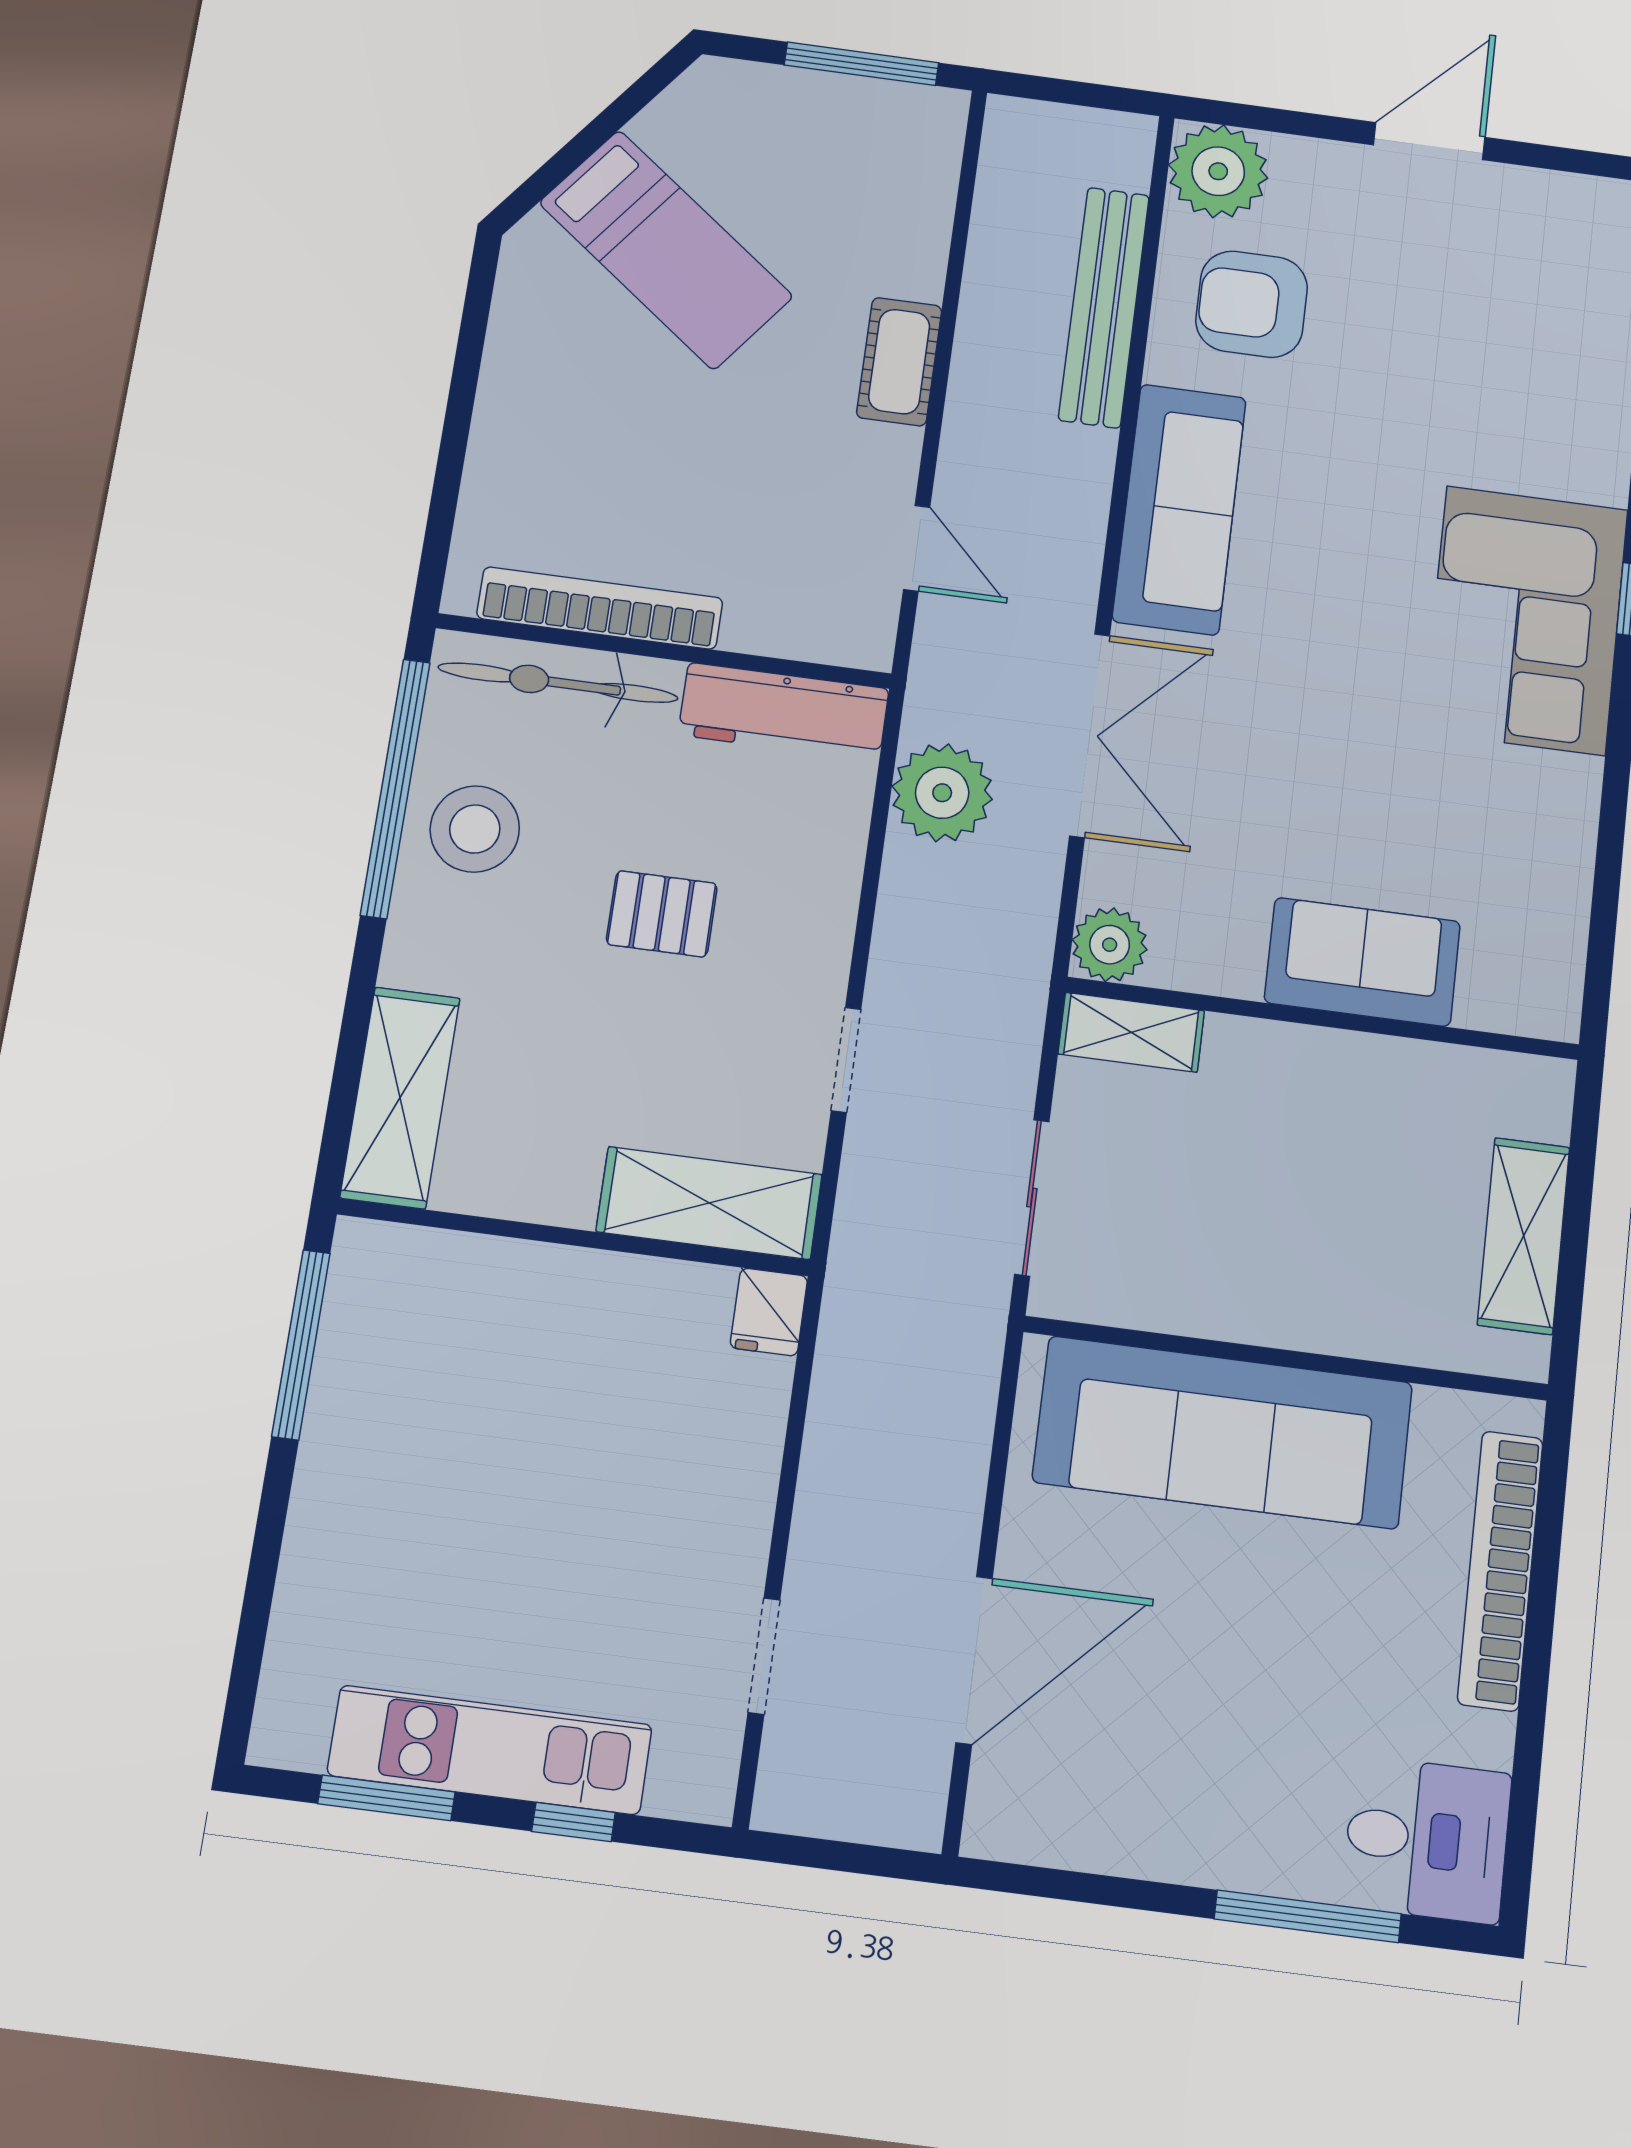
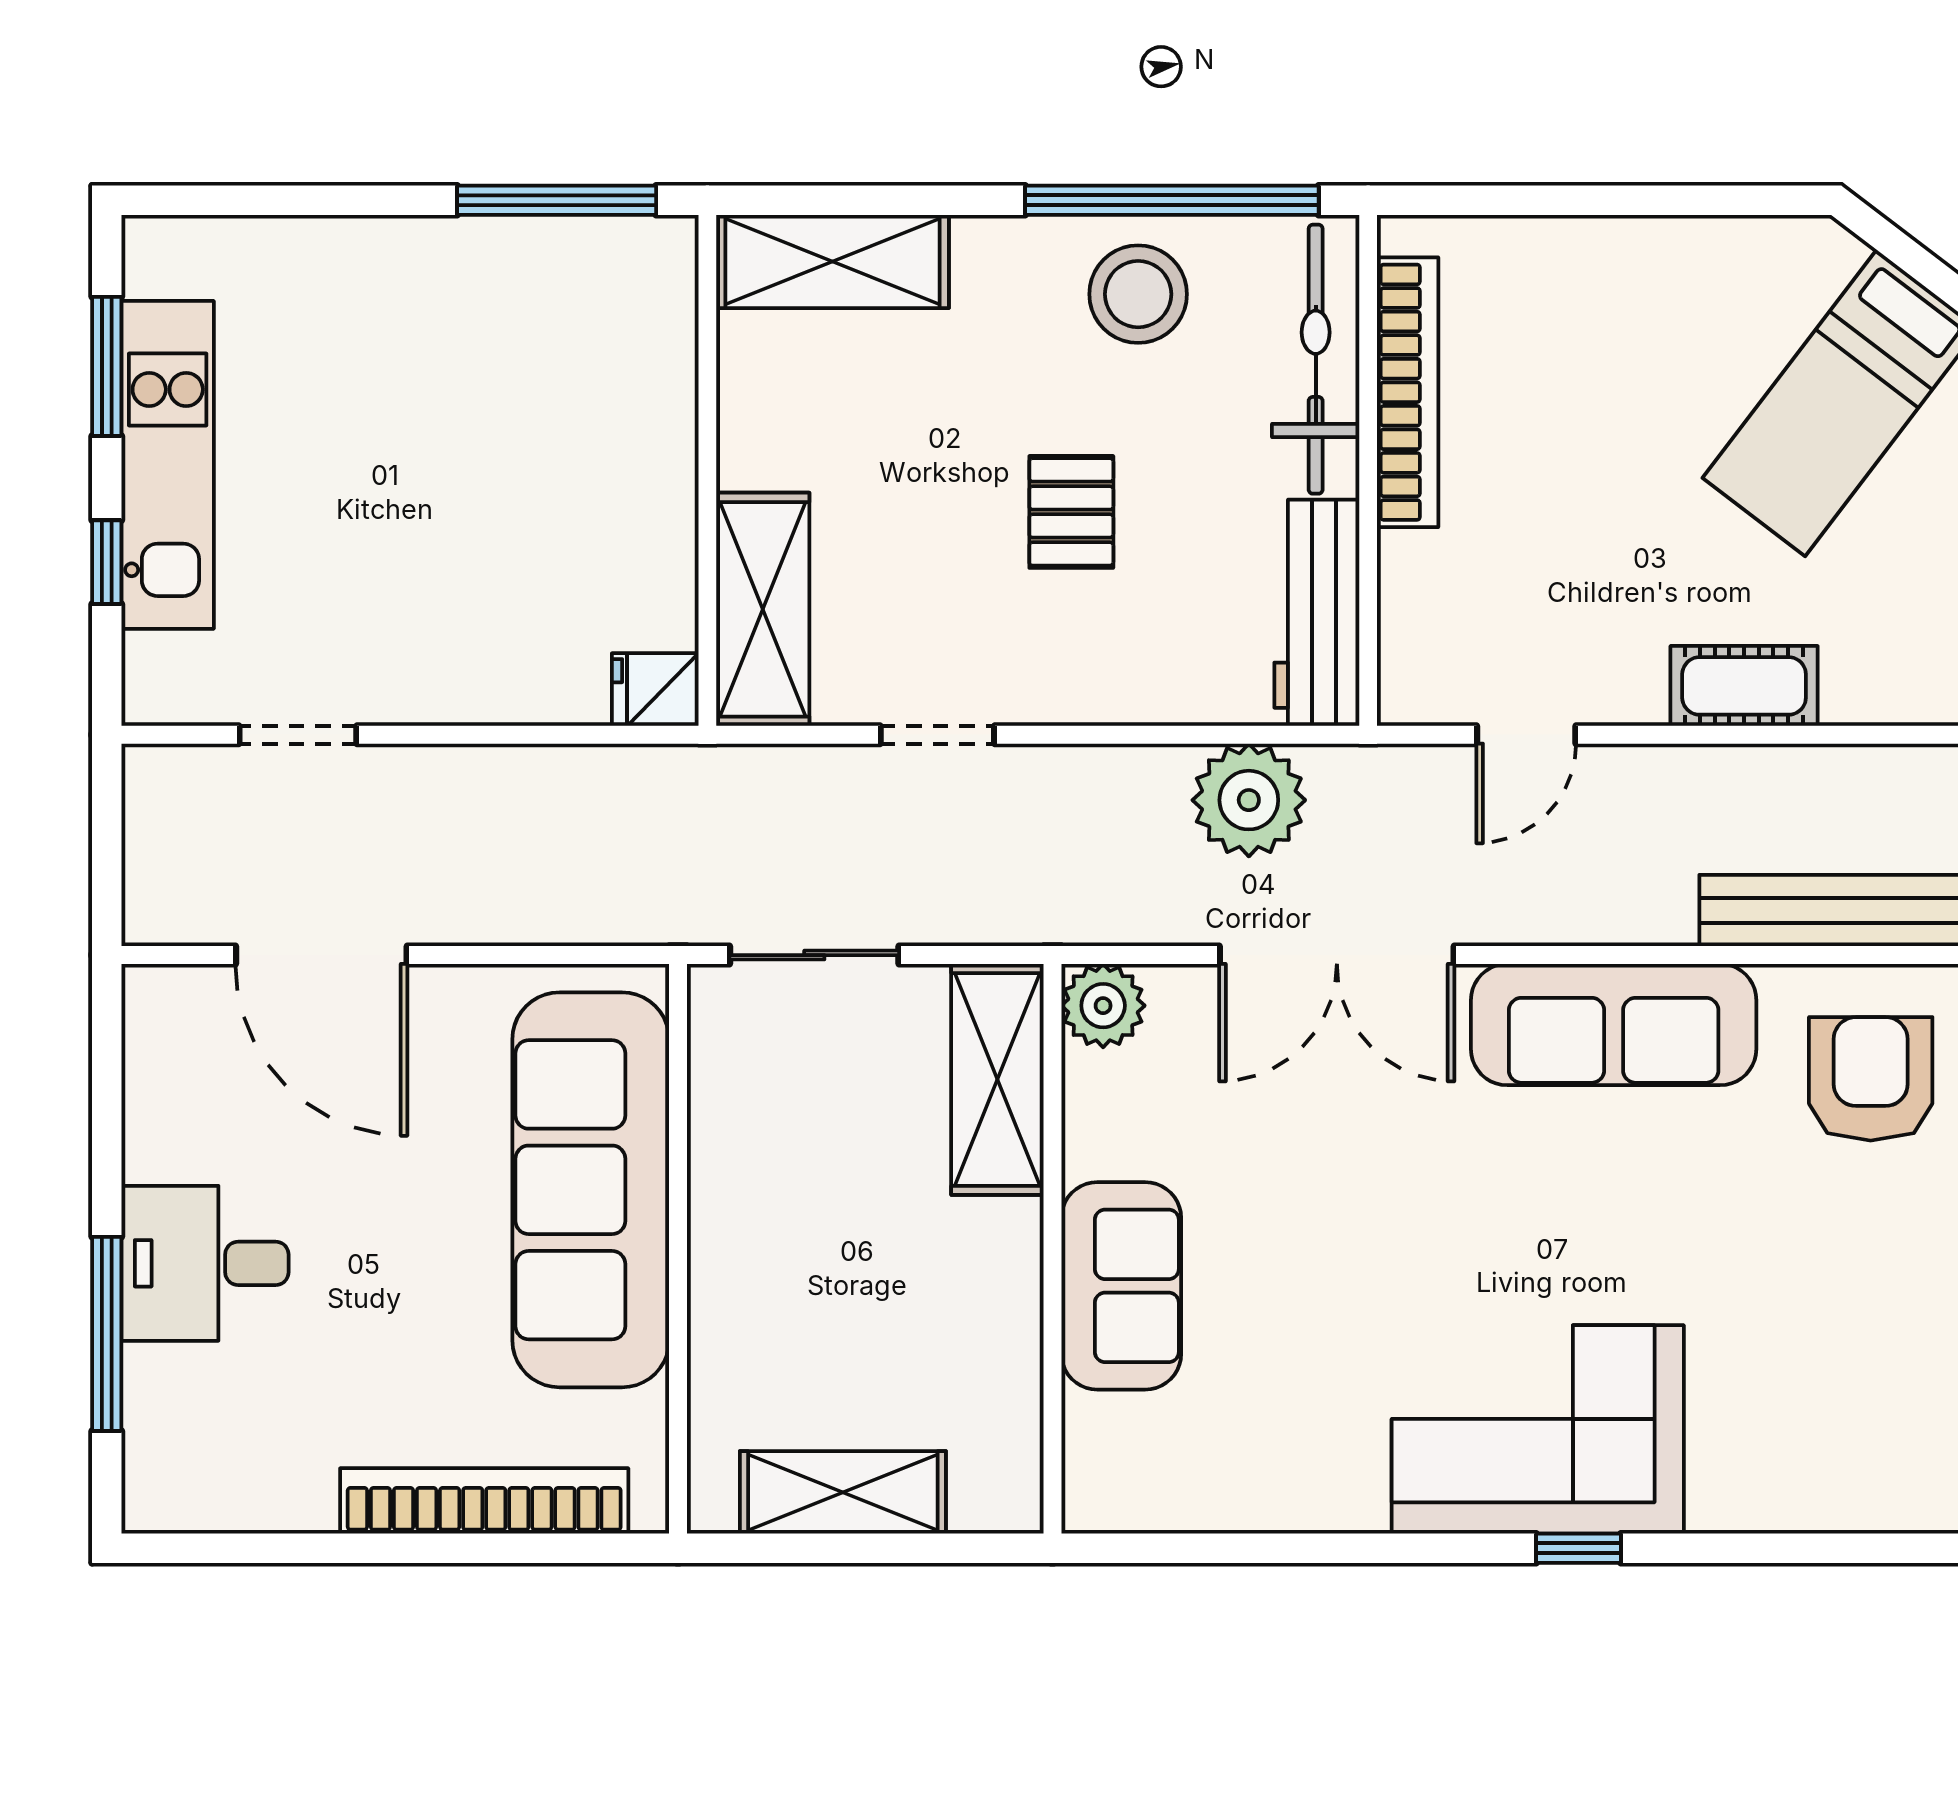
shelving: (1131, 1032) -> (997, 1079), width x1.50, depth x1.33
desk: (1427, 1840) -> (205, 1263), moved, turned 90

